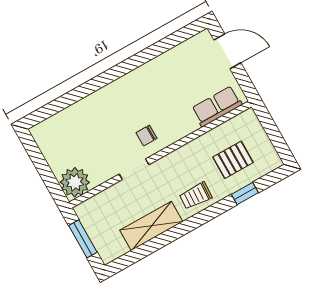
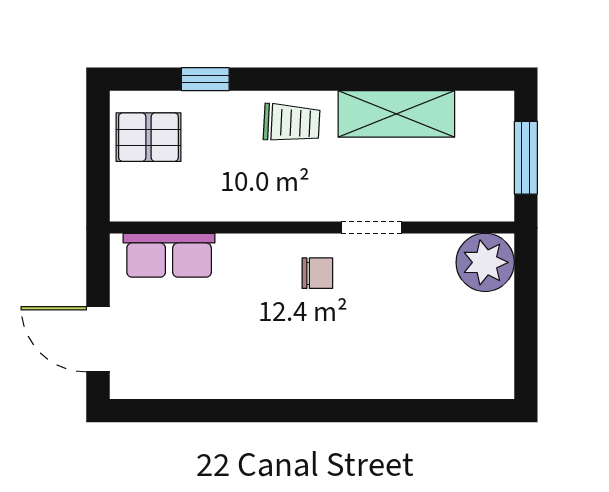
pallet: (233, 160) -> (148, 137), moved

